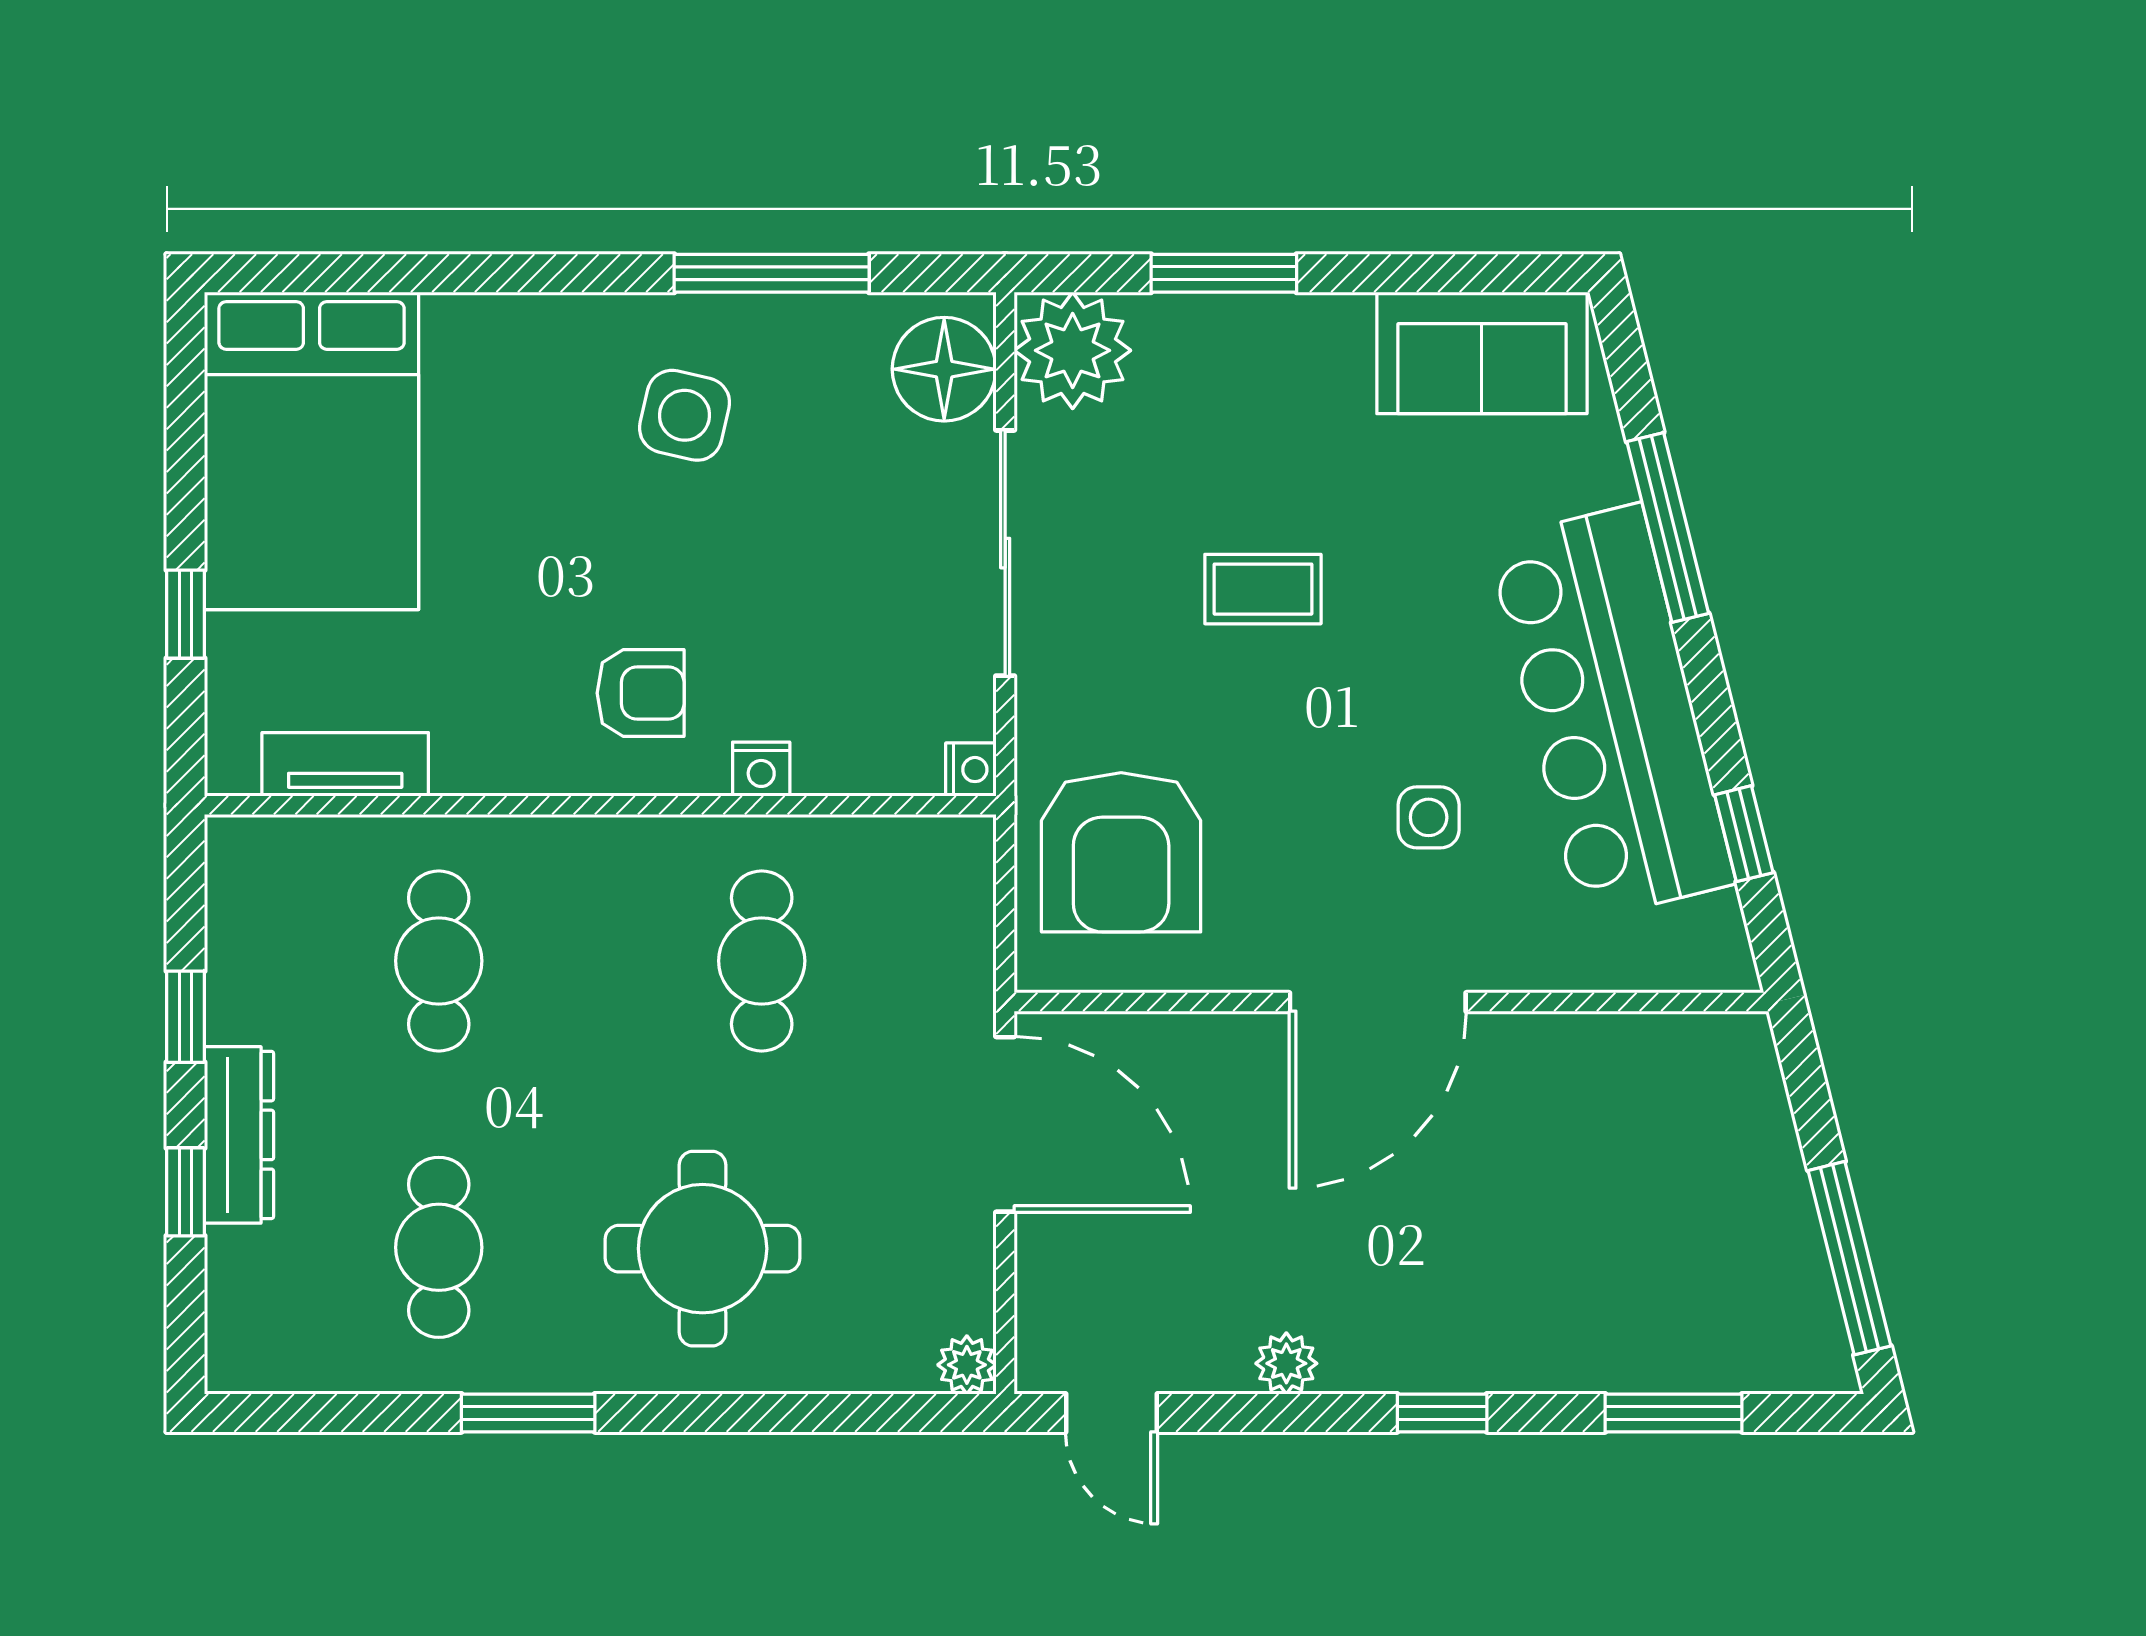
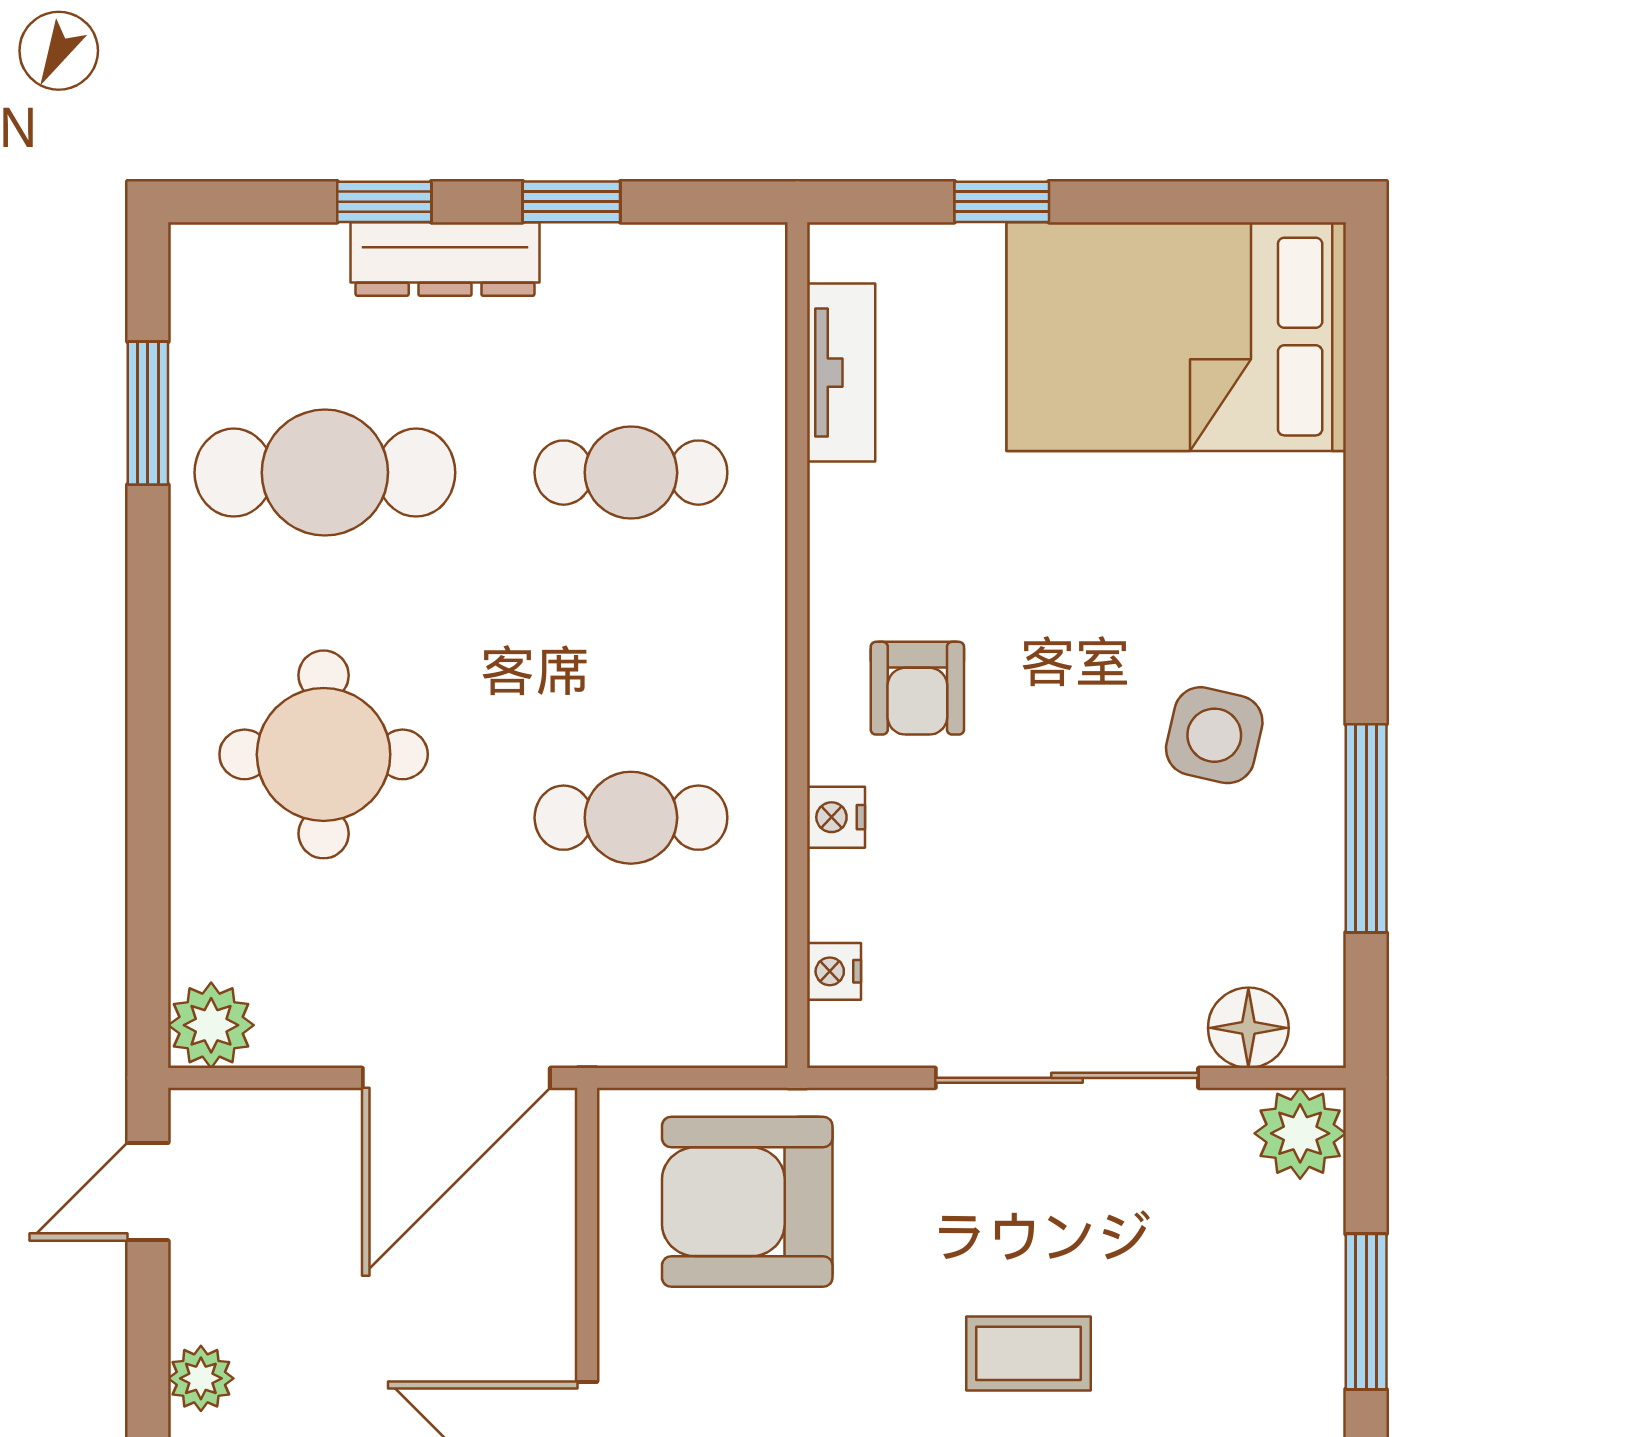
plant: (1073, 350) -> (1300, 1133), width x0.73, depth x0.73
floor lamp: (944, 369) -> (1248, 1028), width x0.73, depth x0.73
coffee table: (1263, 589) -> (1028, 1353), turned 90
nightstand: (971, 770) -> (834, 971), moved, turned 90
cafe table: (439, 1247) -> (325, 473), width x1.37, depth x1.35
plant: (967, 1365) -> (211, 1025), width x1.38, depth x1.38
window: (528, 1413) -> (148, 413), moved

